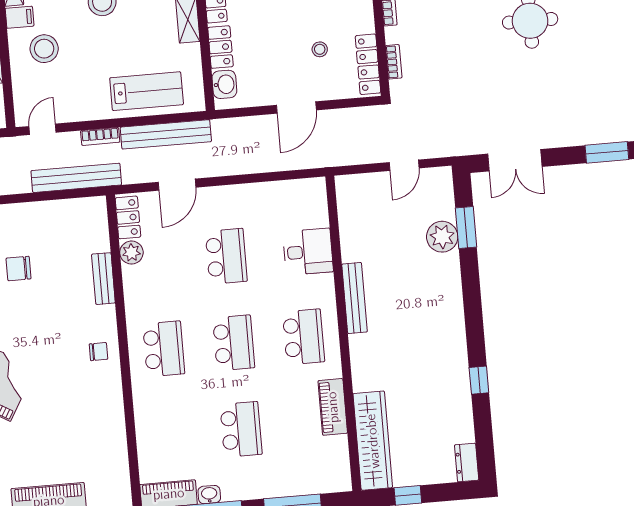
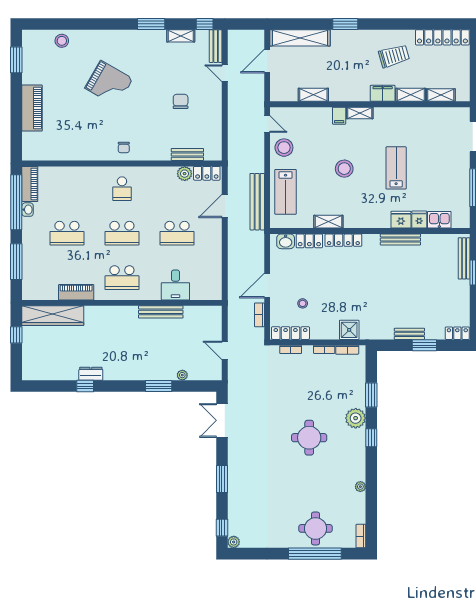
stool: (44, 49) -> (284, 148), moved
door: (296, 108) -> (267, 285), hinge flipped
bookcase: (100, 136) -> (259, 315), moved
bench: (76, 178) -> (235, 143), removed
door: (177, 185) -> (225, 206), hinge flipped
window: (466, 227) -> (159, 386), moved
plant: (442, 237) -> (182, 375), width x0.53, depth x0.53
bench: (103, 279) -> (187, 154), moved
bench: (355, 298) -> (161, 312), moved
school desk: (164, 349) -> (122, 189), width x0.54
dresser: (467, 463) -> (91, 374), moved

